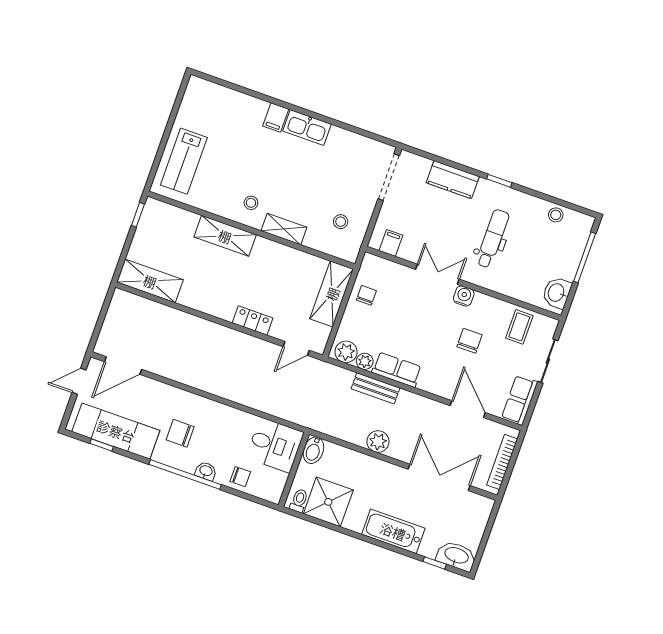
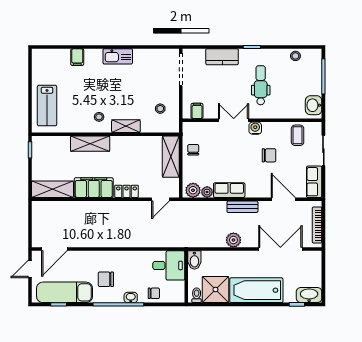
filing cabinet: (276, 118) -> (77, 57), moved
filing cabinet: (209, 299) -> (94, 188), added
chair: (470, 341) -> (269, 155), turned 90
bench: (375, 388) -> (242, 207), moved
bathtub: (393, 531) -> (256, 290), width x1.36, depth x1.36

